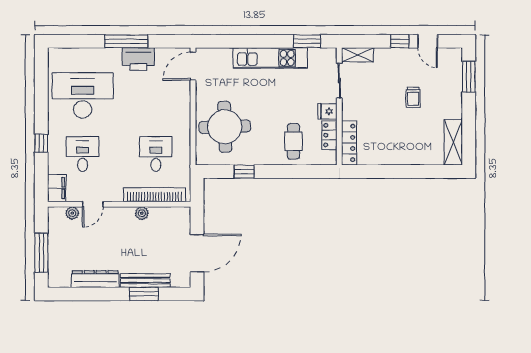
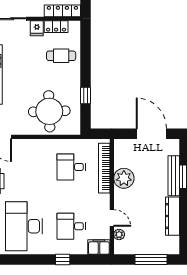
plant: (142, 213) -> (124, 178), width x1.88, depth x1.88

